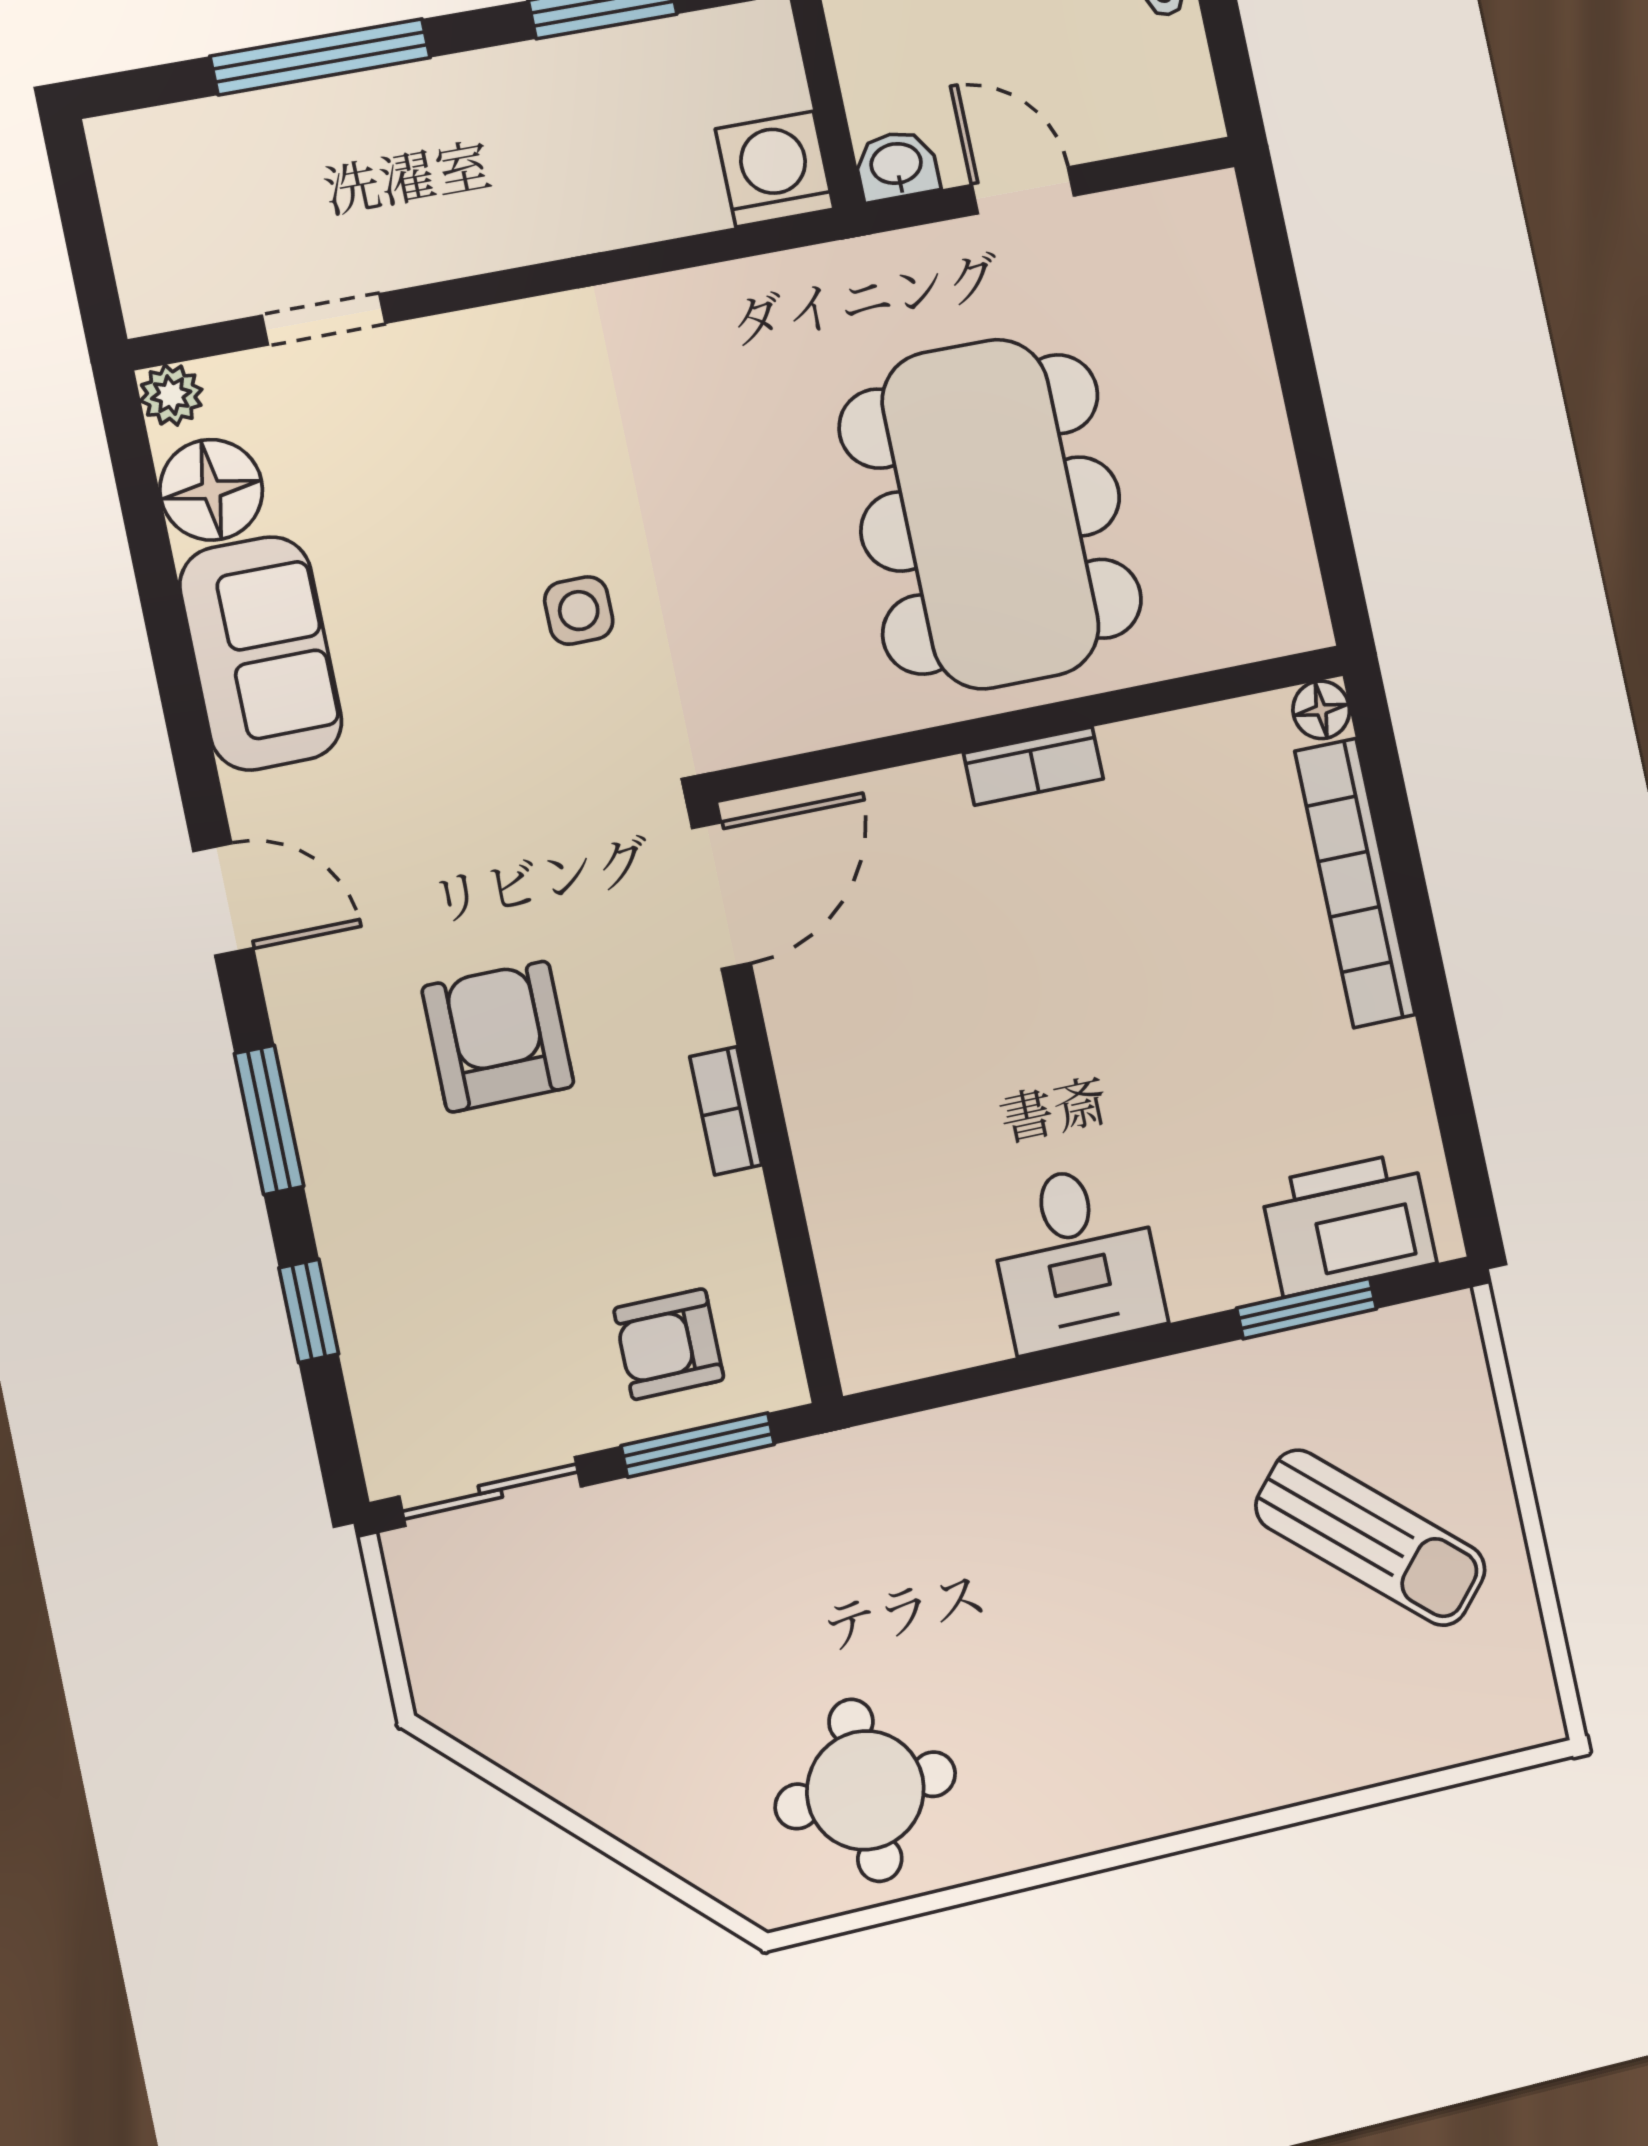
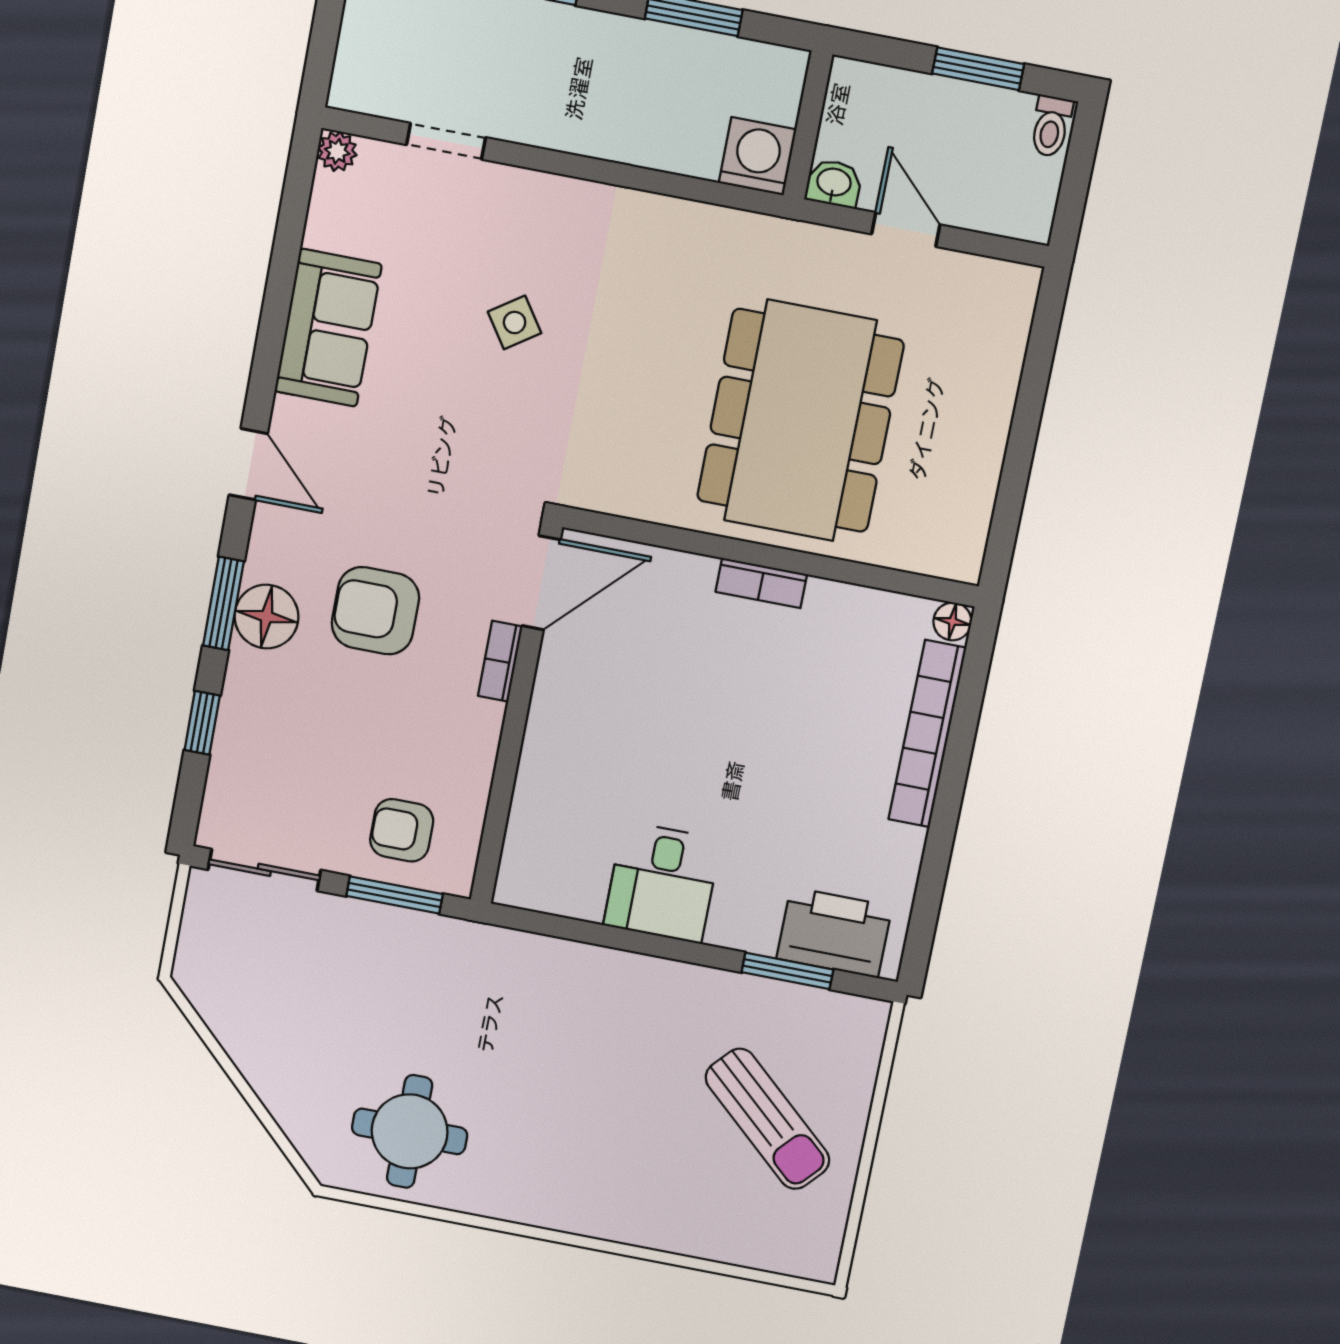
floor lamp: (211, 490) -> (267, 617), moved
side table: (579, 611) -> (515, 322), moved, turned -34
armchair: (498, 1037) -> (375, 611), turned -90
bookcase: (726, 1111) -> (500, 661), moved

